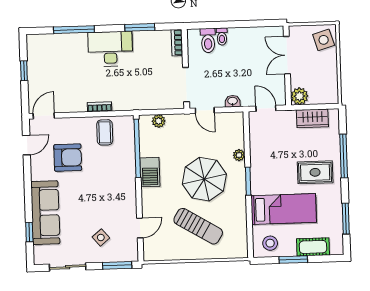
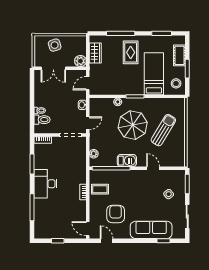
side table: (324, 40) -> (55, 45), moved
door: (140, 228) -> (153, 168), moved

